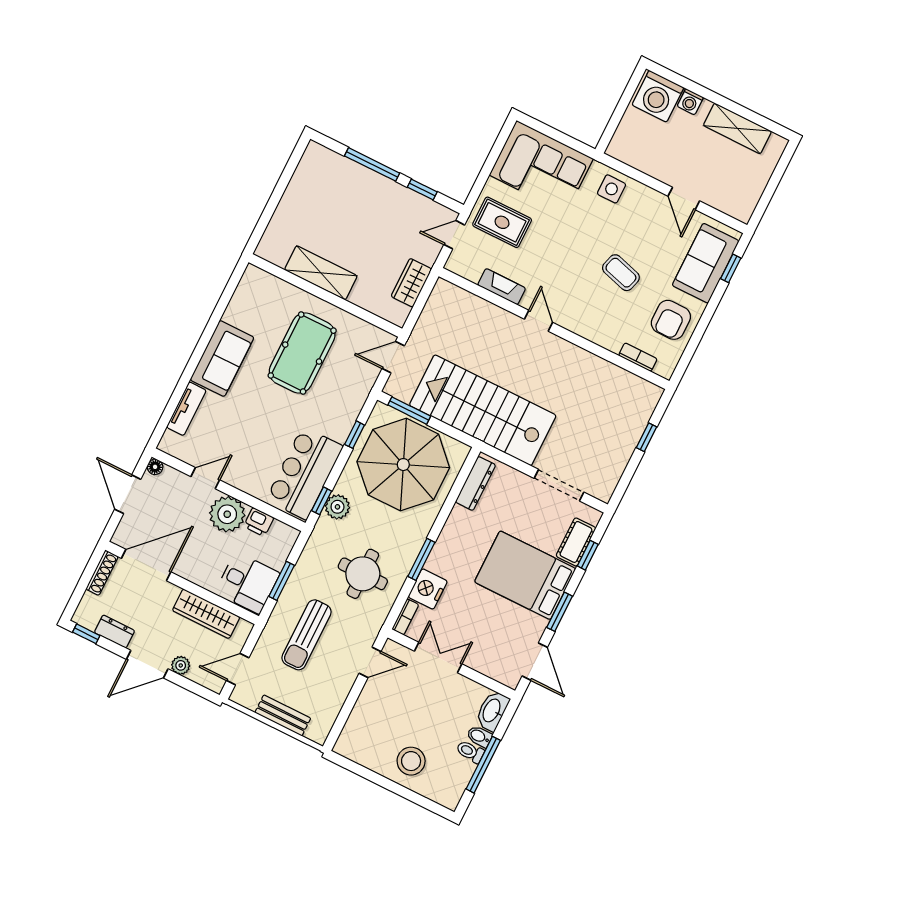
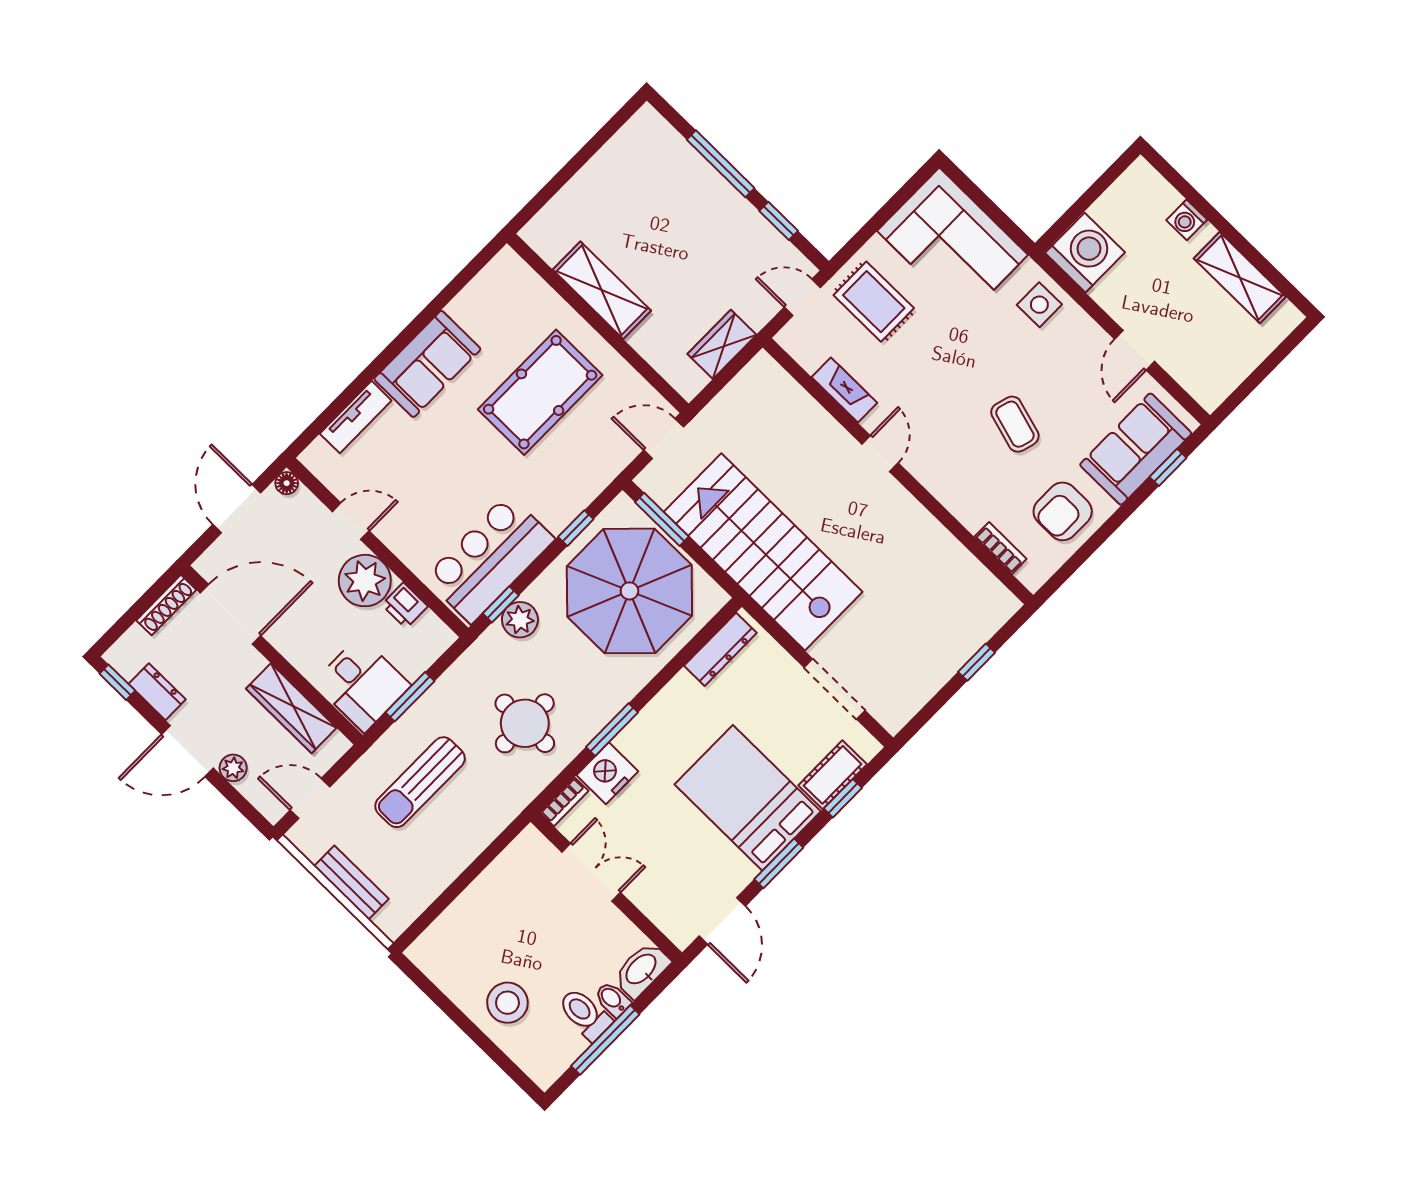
washing machine: (658, 96) -> (1085, 253), moved, turned 180
door: (370, 662) -> (495, 848), removed
toilet: (470, 752) -> (585, 1014), width x1.37, depth x1.39

